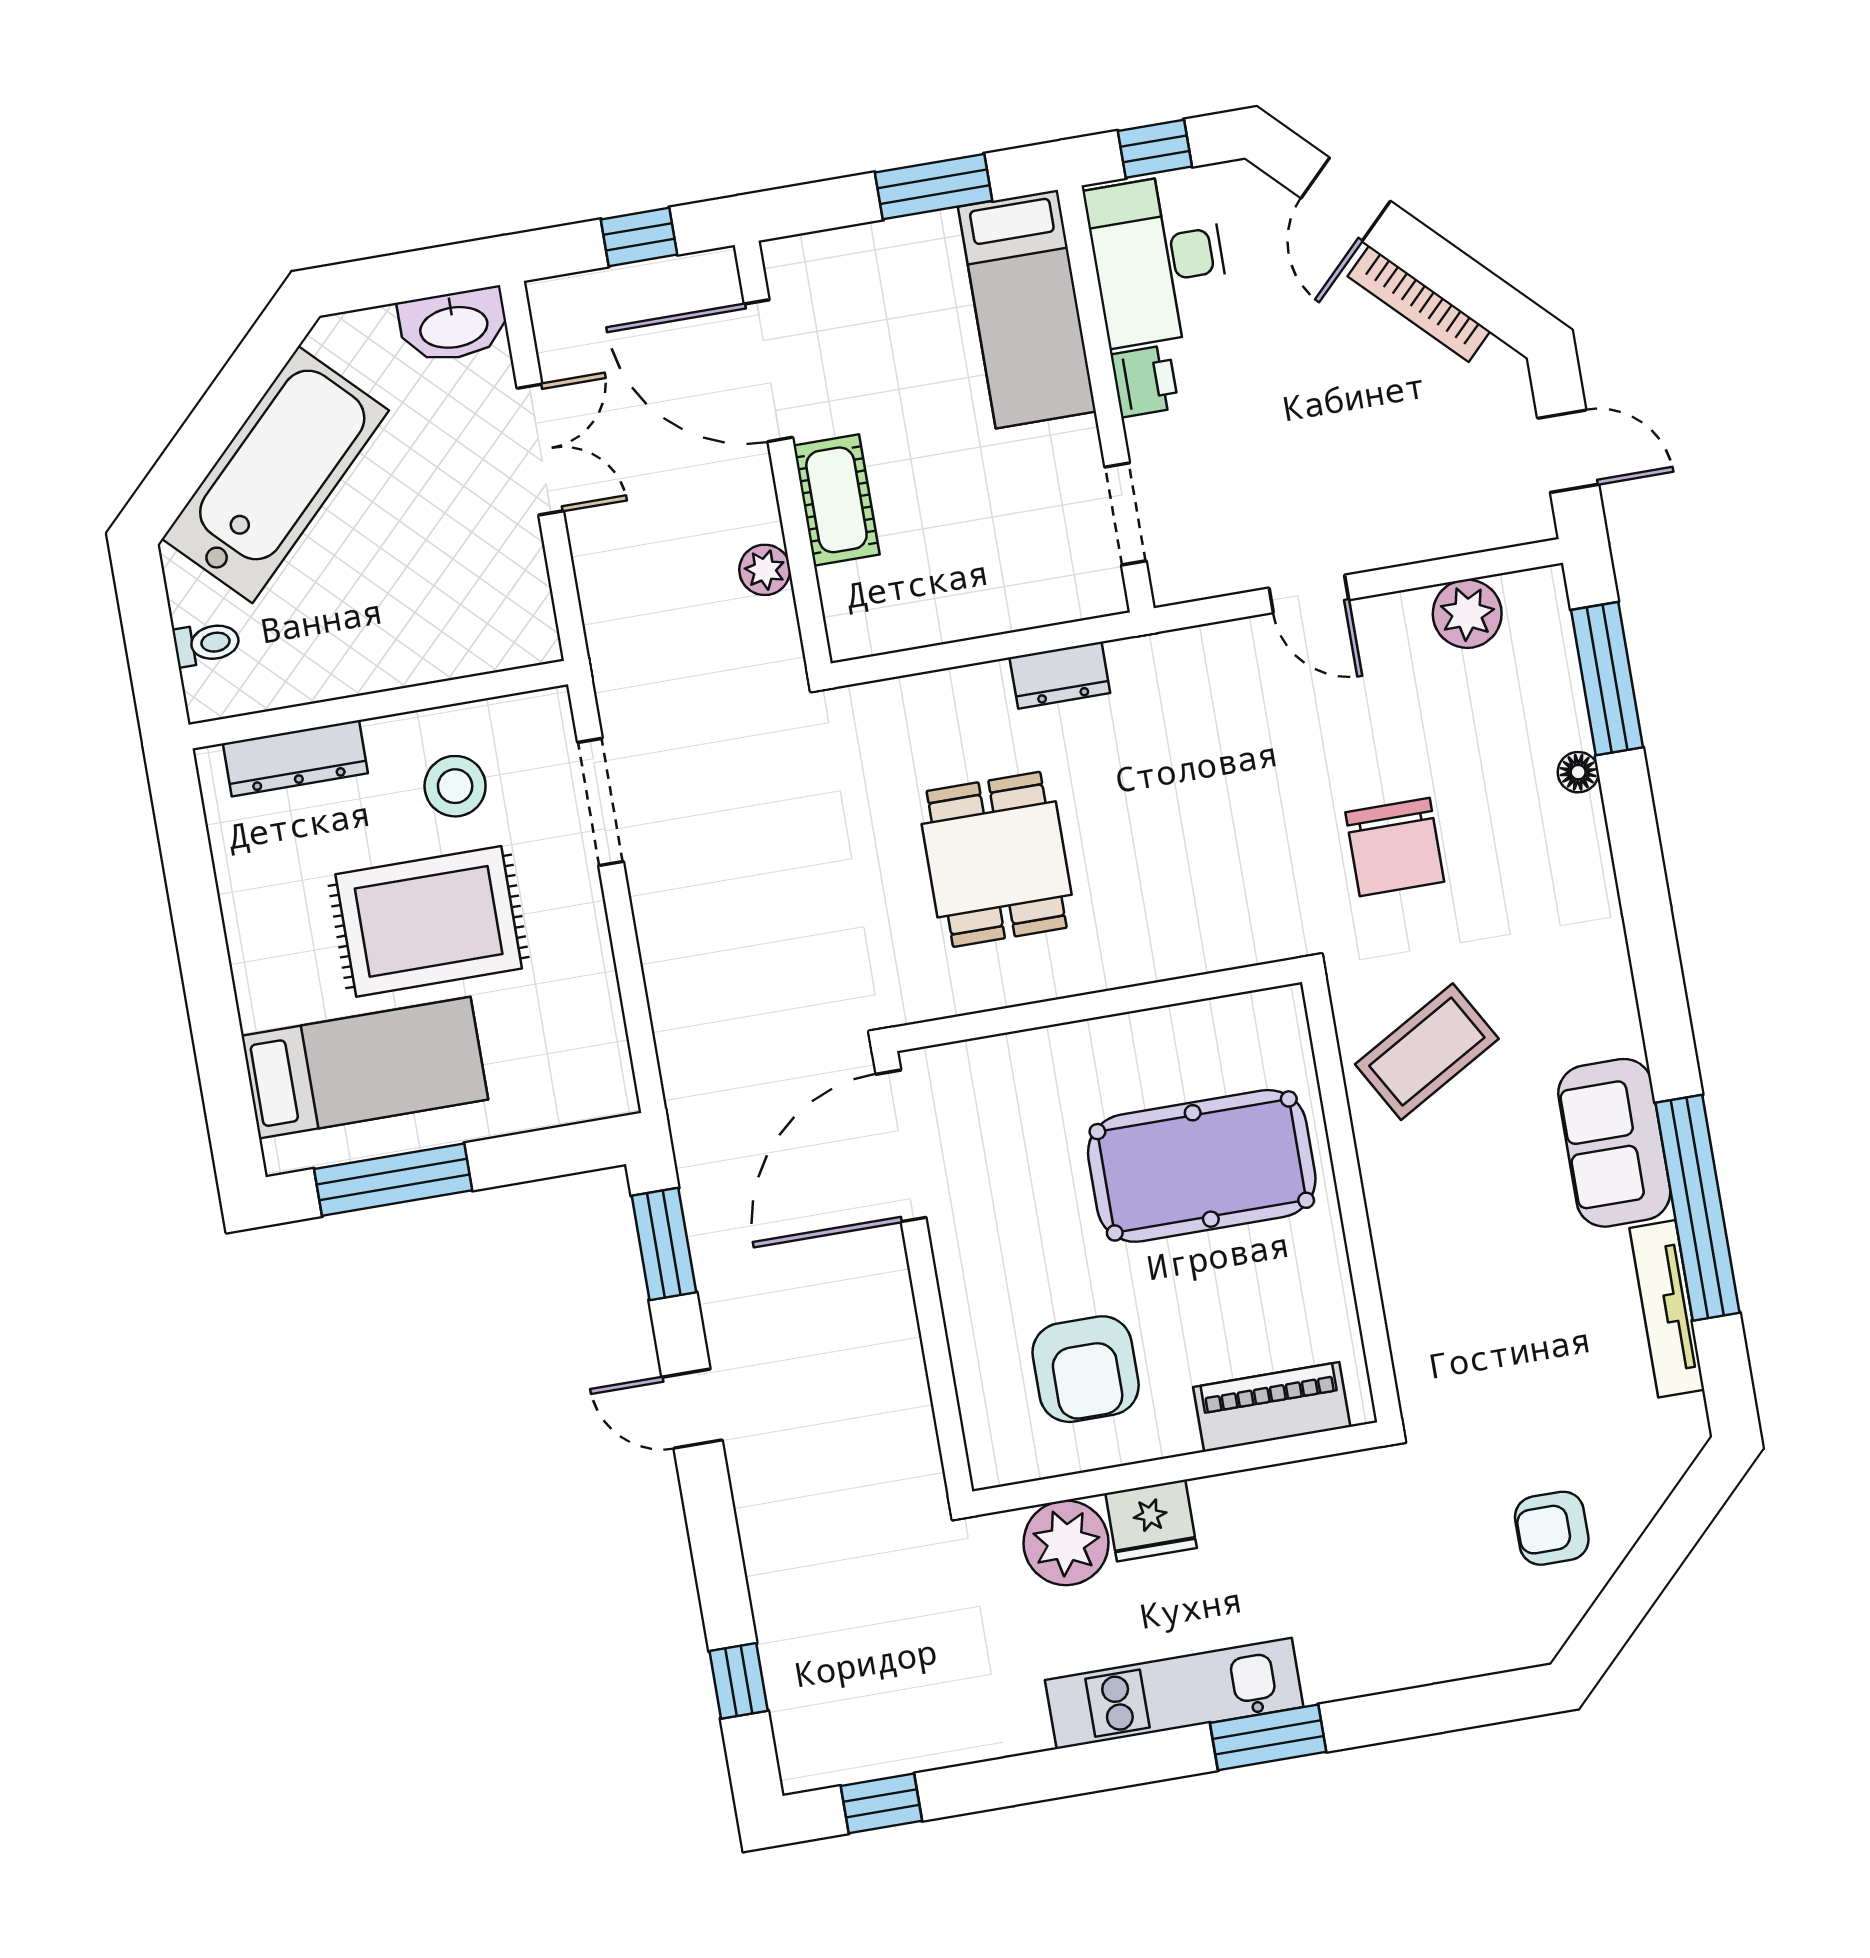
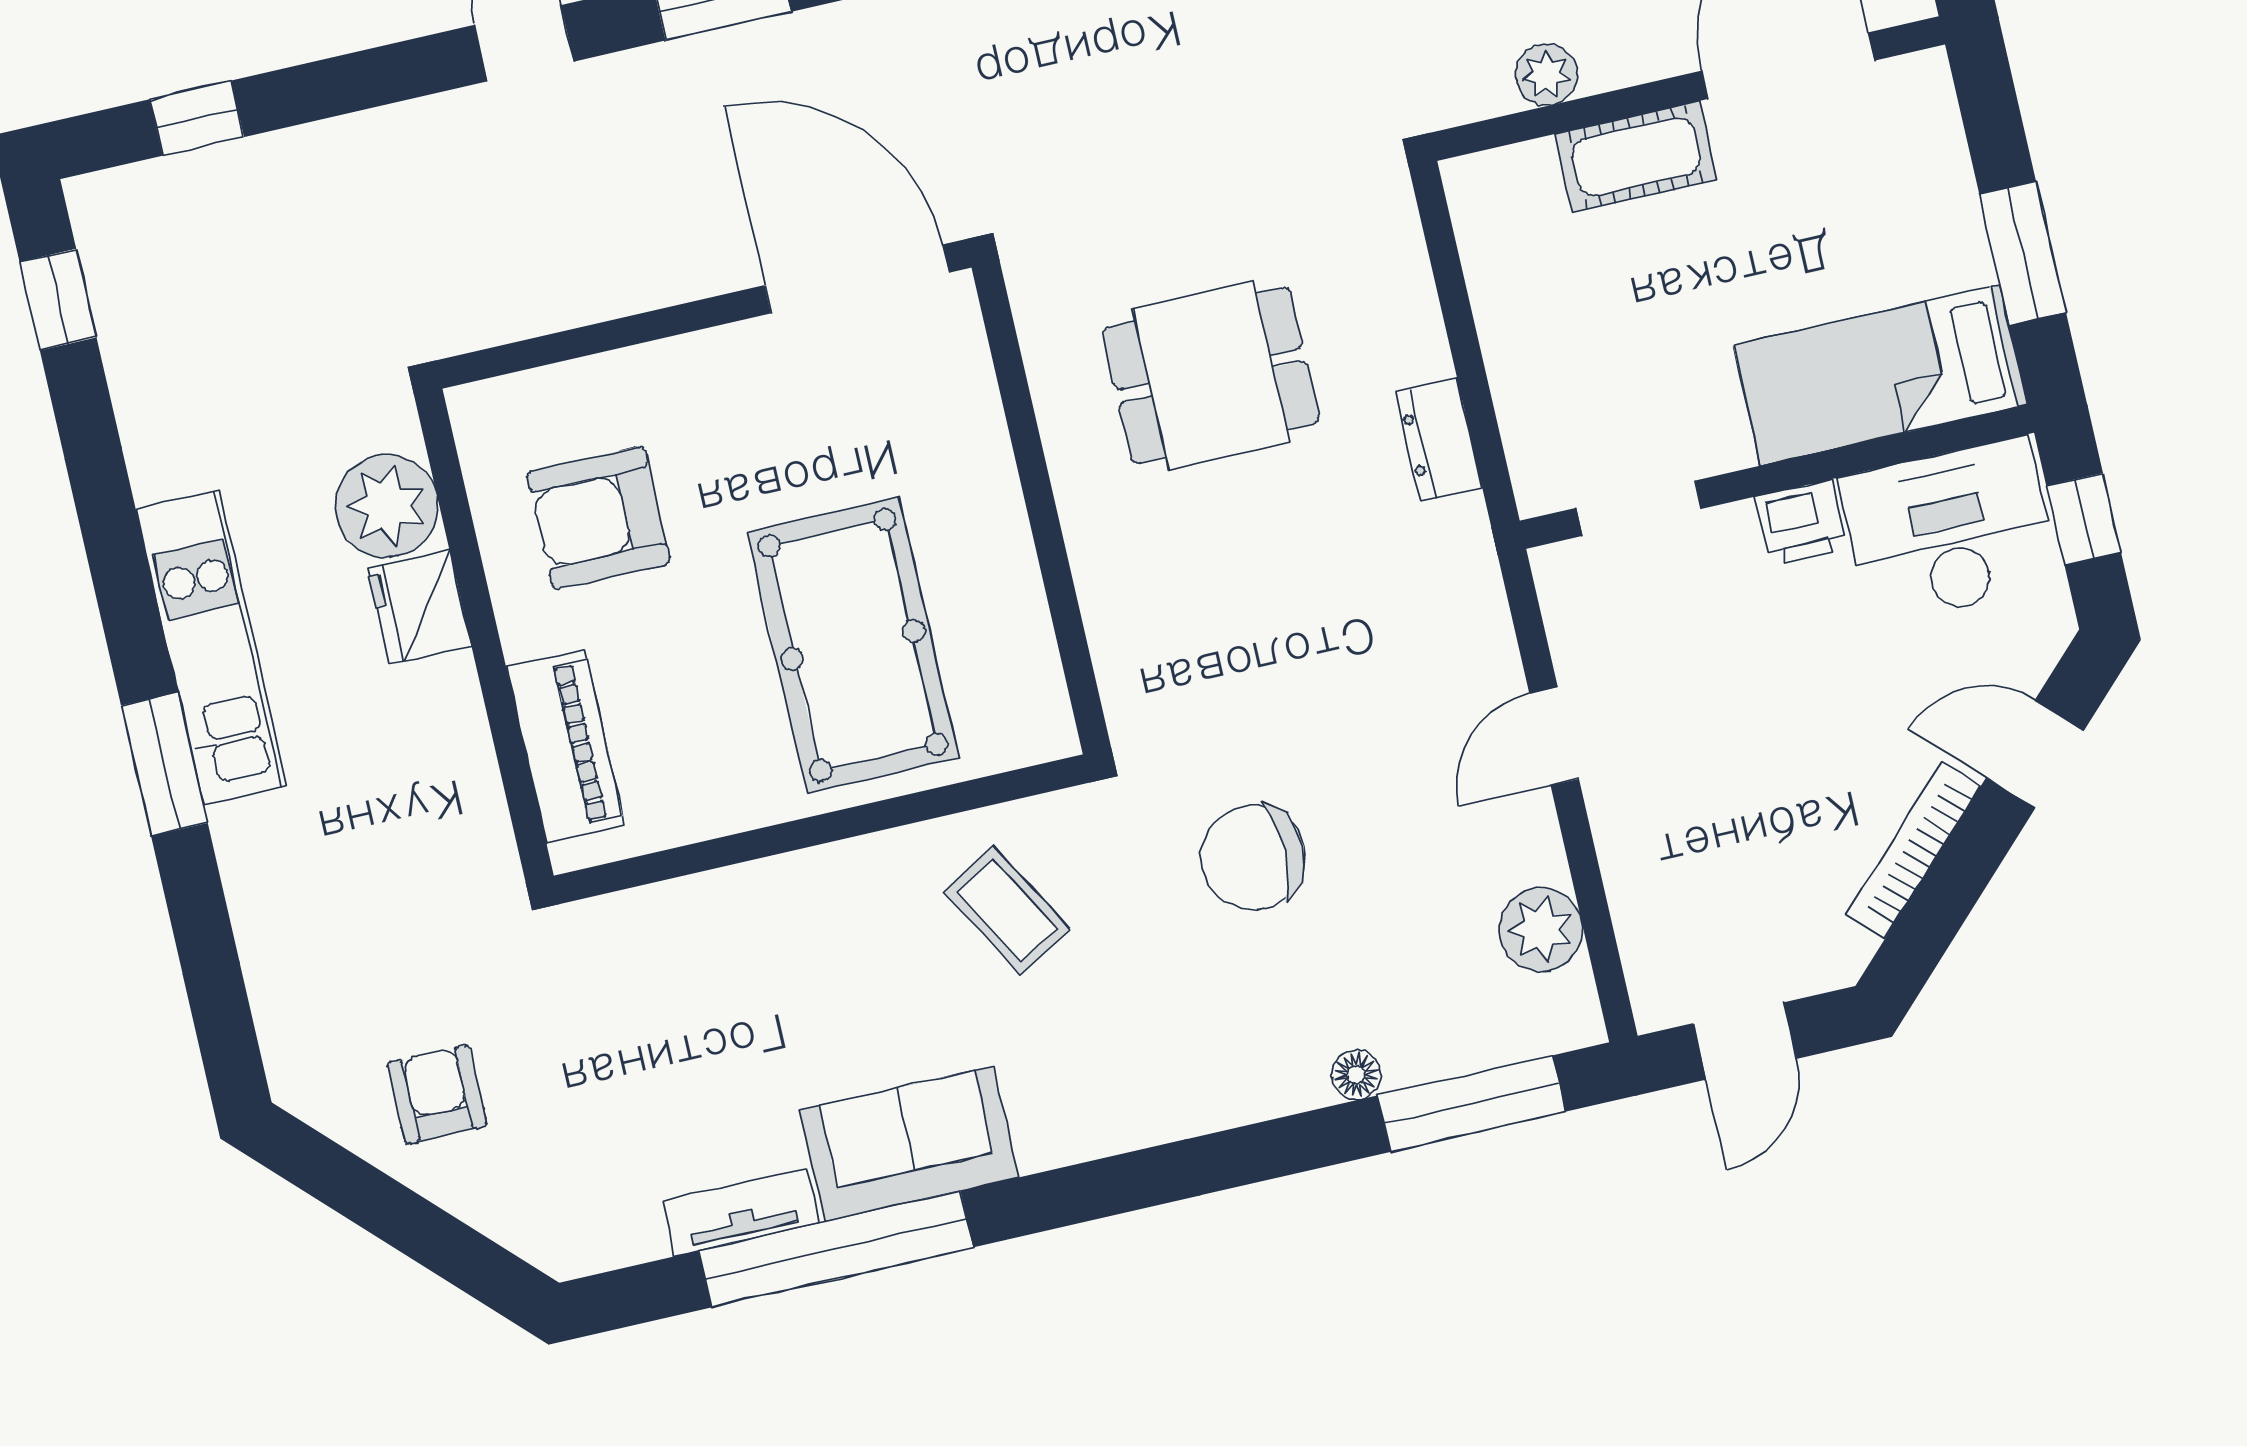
coffee table: (1427, 1052) -> (1007, 910), width x0.73, depth x0.77
tv unit: (1667, 1309) -> (741, 1212), width x0.71

